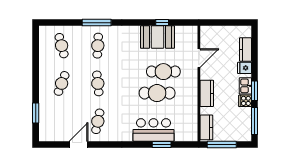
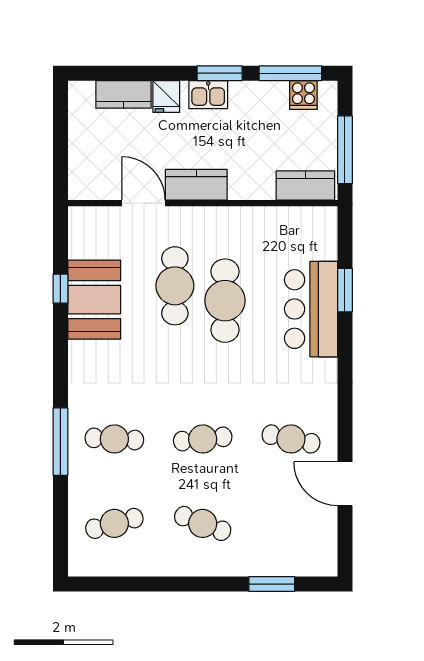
kitchen counter: (207, 93) -> (196, 185), moved
cooker: (245, 101) -> (303, 95), moved

